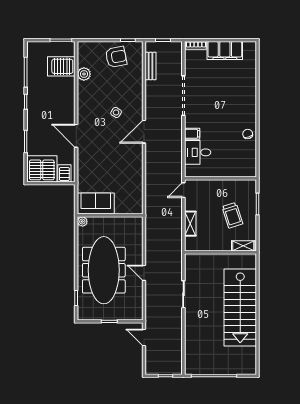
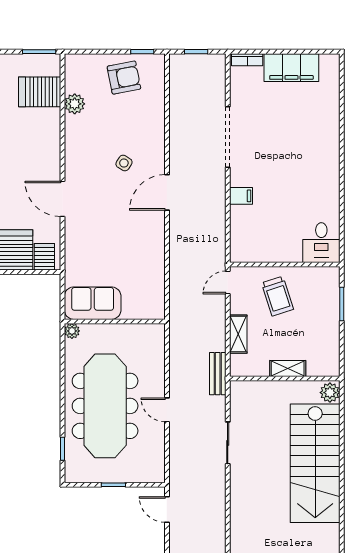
bench: (151, 66) -> (218, 374), moved
chair: (248, 134) -> (327, 196), removed
desk: (198, 152) -> (321, 243), moved, turned -90
trolley: (232, 215) -> (277, 296), moved
shelving: (243, 246) -> (288, 368), moved
plant: (250, 262) -> (330, 393), added

